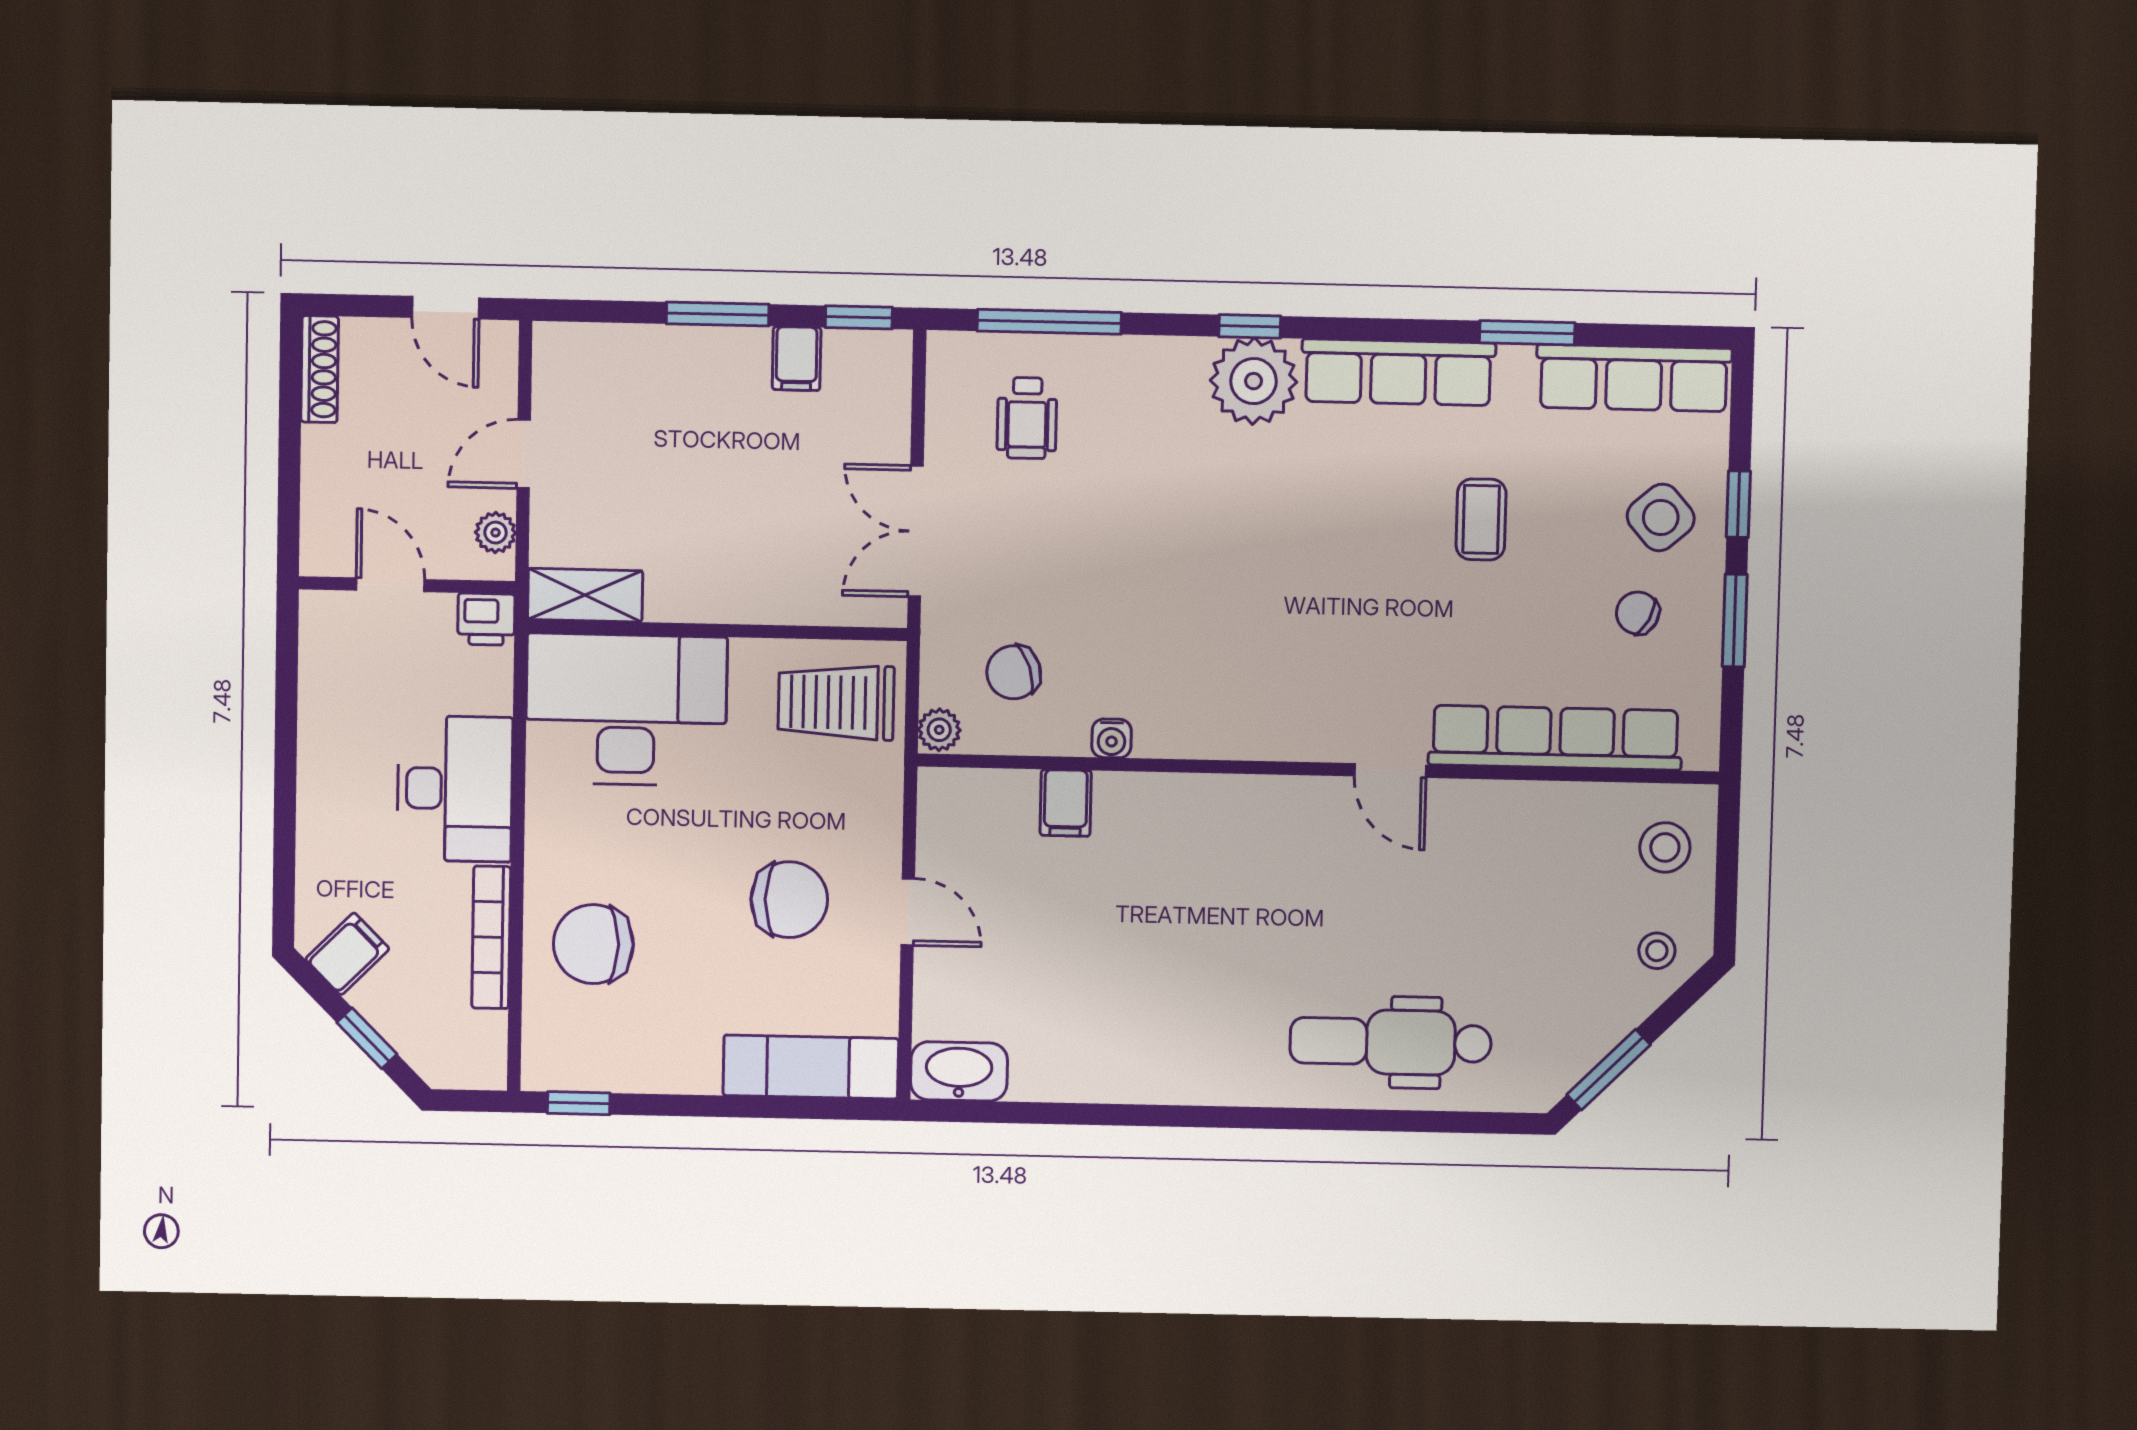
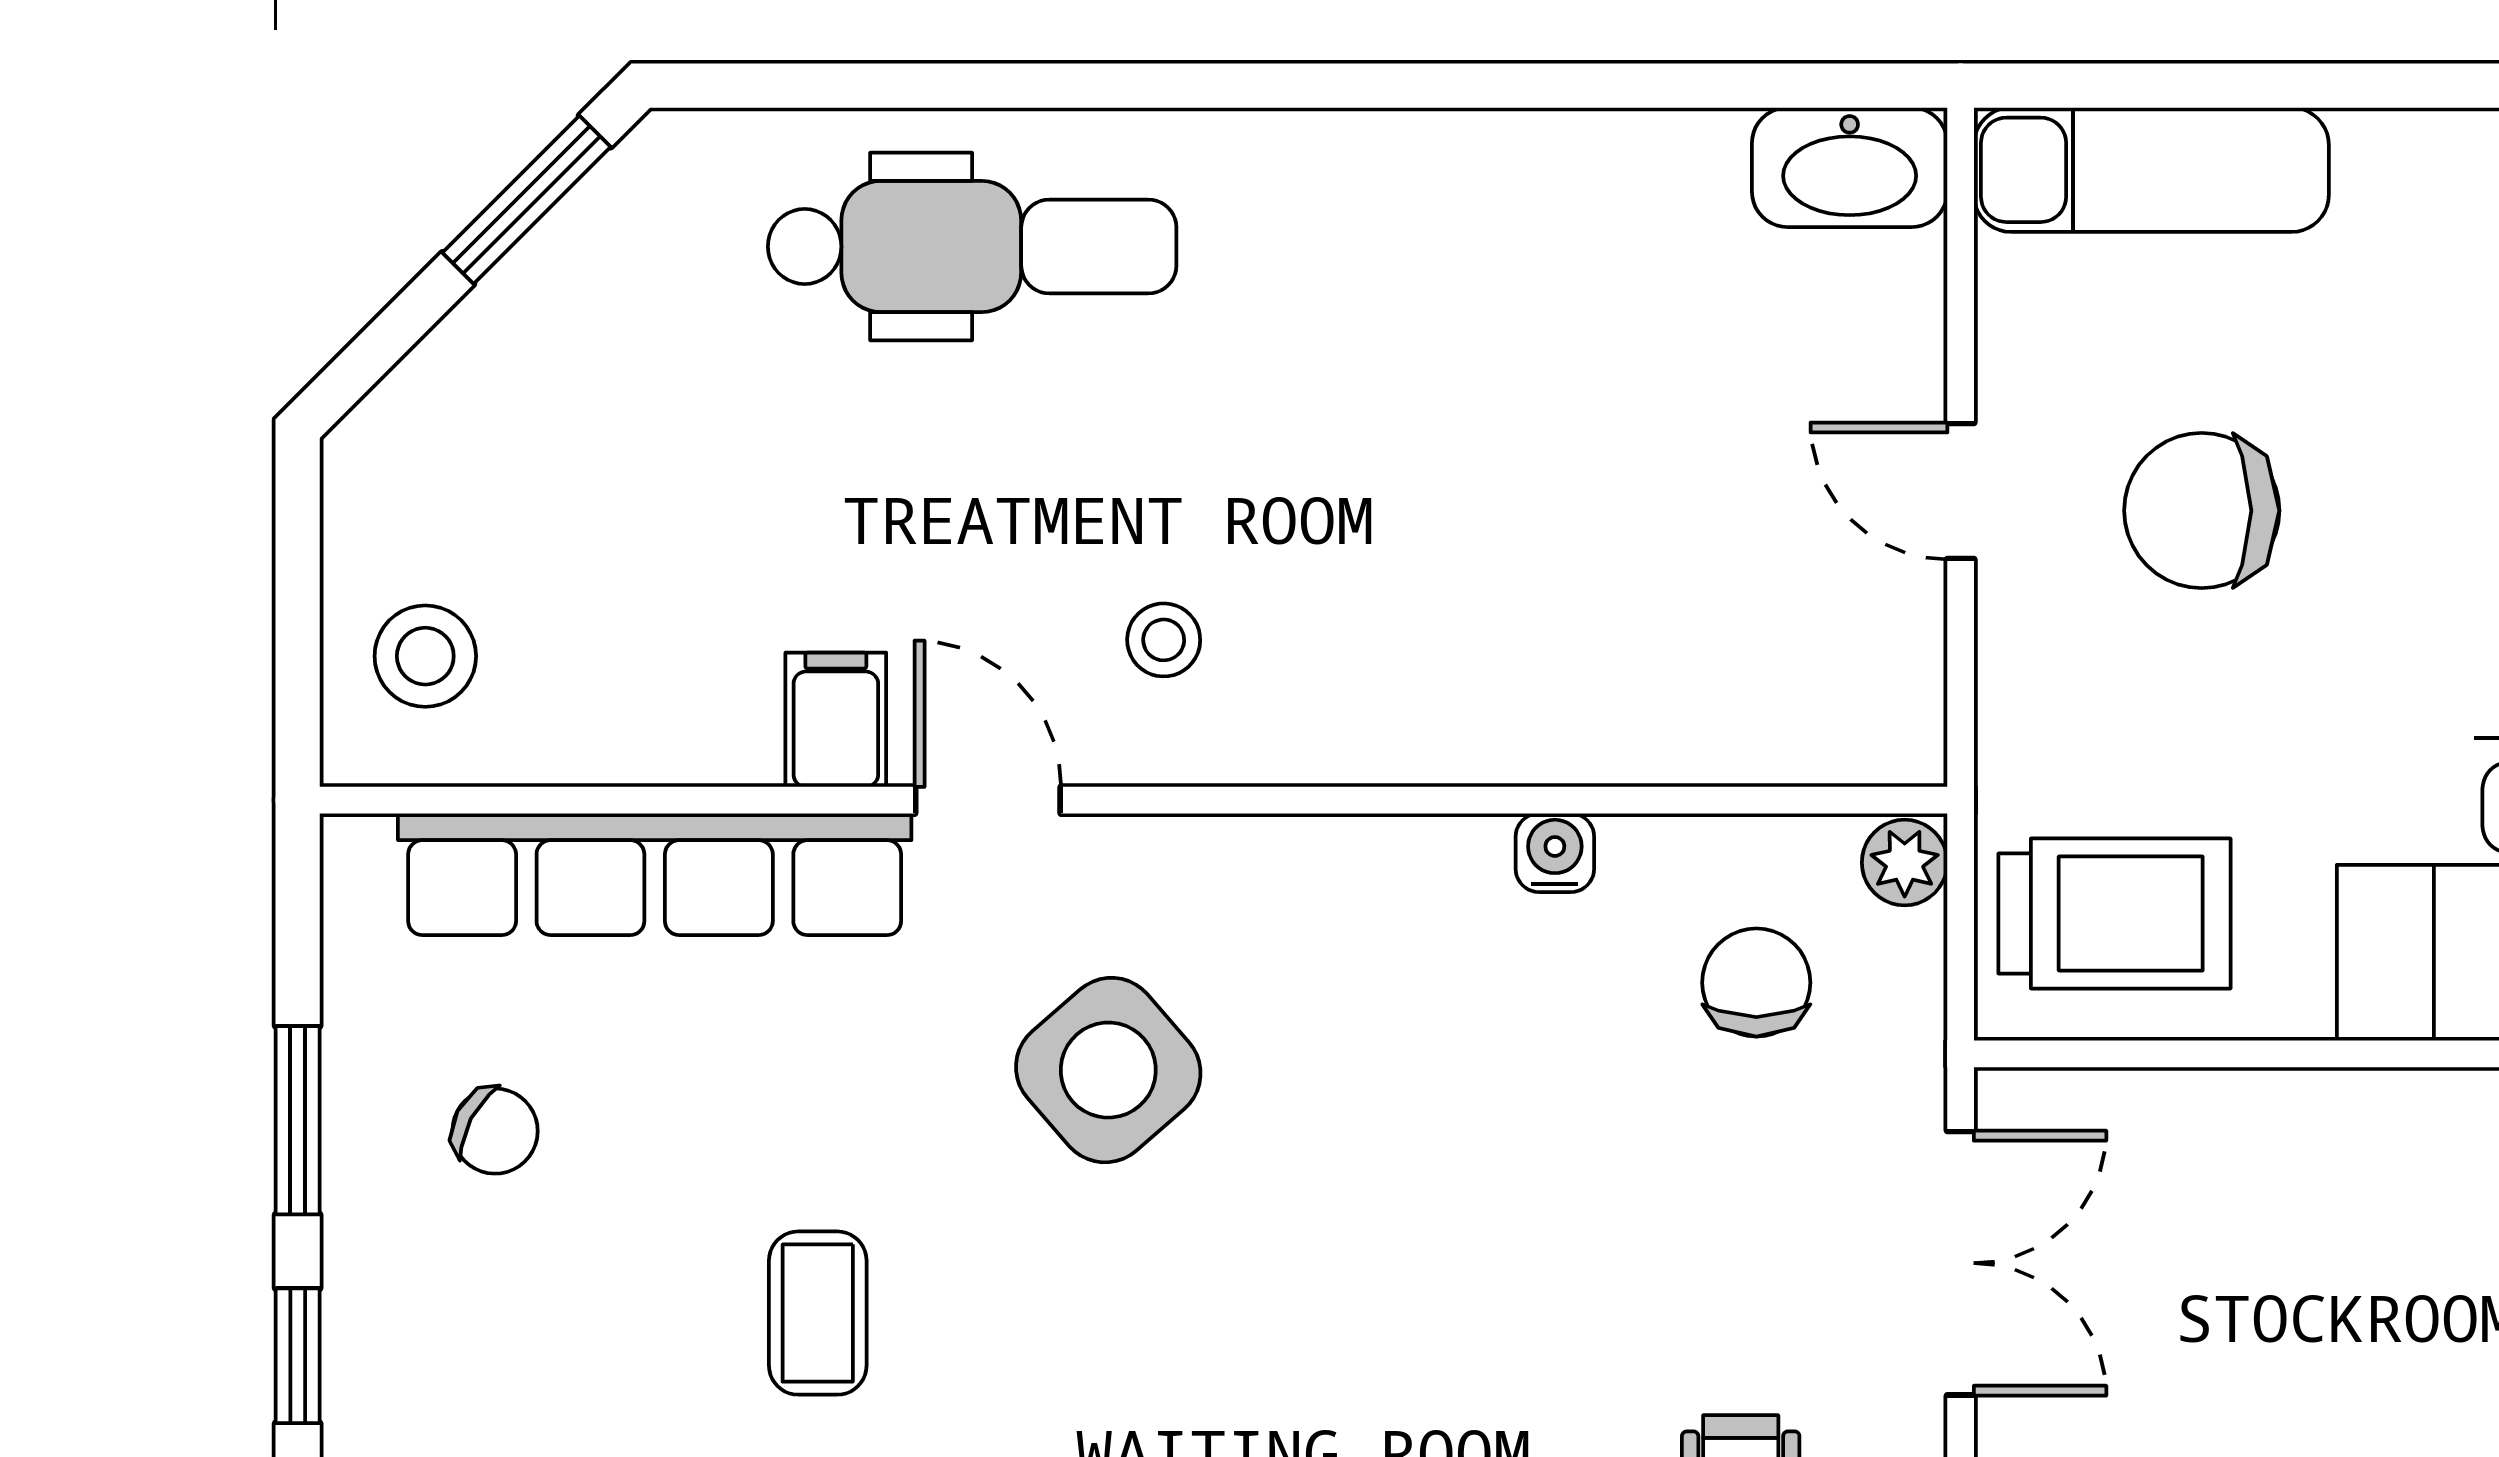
side table: (1661, 517) -> (1108, 1070), moved, width x1.37, depth x1.37
chair: (1014, 672) -> (1756, 983), turned -71
filing cabinet: (1066, 803) -> (836, 720), moved
stool: (1657, 951) -> (1164, 640), moved

